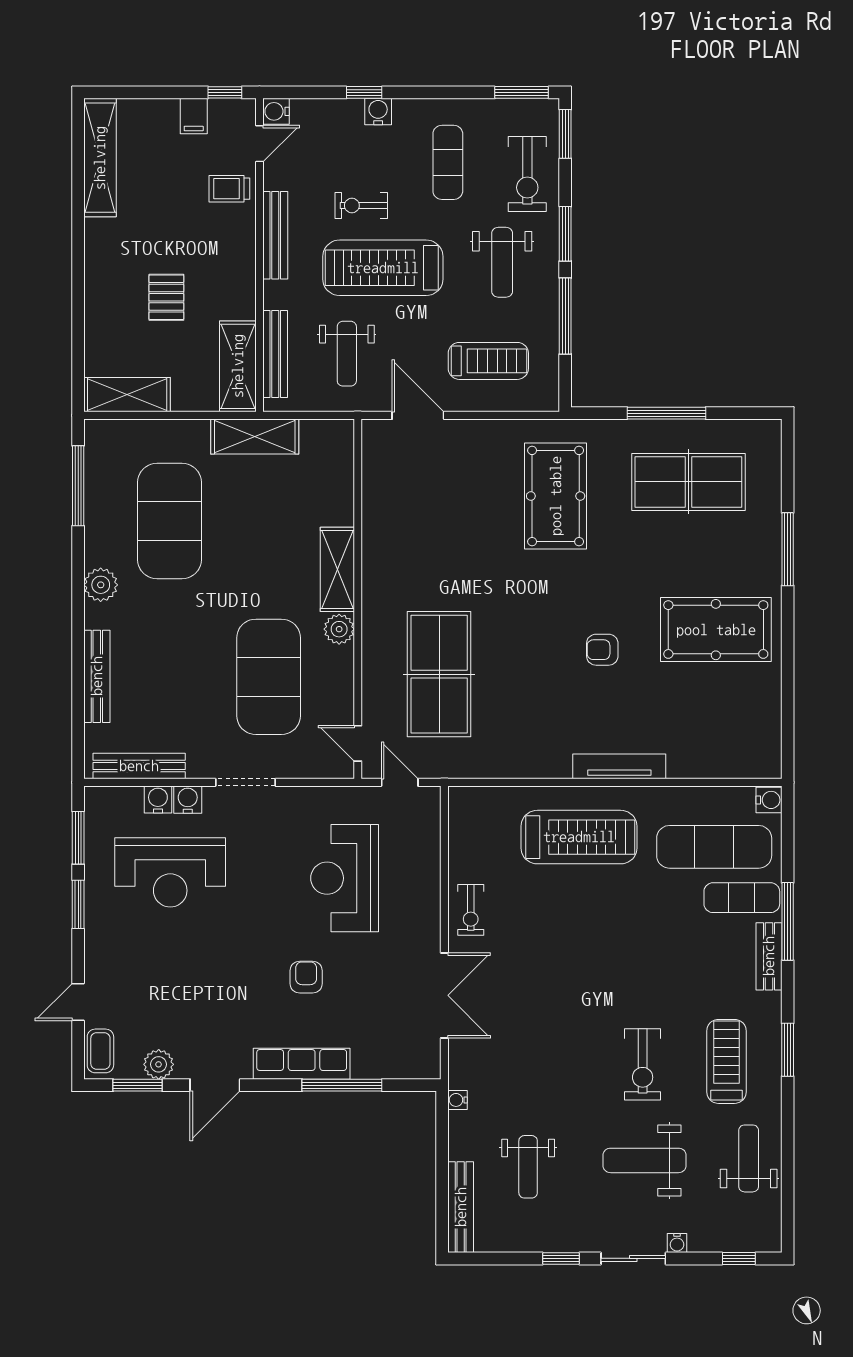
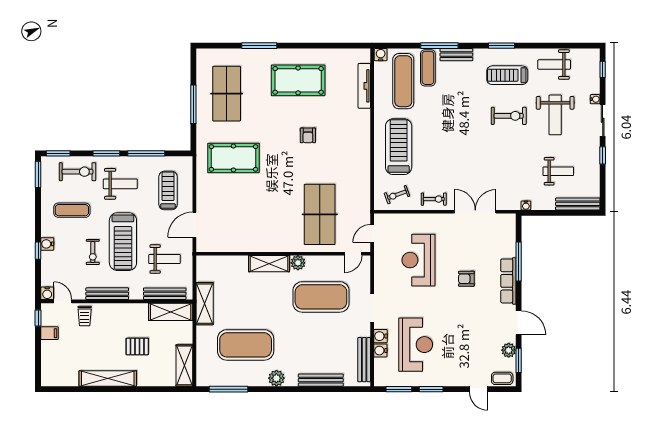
shelving: (100, 158) -> (108, 379), moved
pool table: (716, 630) -> (298, 80), turned 90
table tennis table: (439, 674) -> (320, 214), turned 90
tv unit: (619, 766) -> (364, 86), moved
exercise bike: (480, 834) -> (397, 195), added
reception desk: (345, 878) -> (418, 260), turned 90

